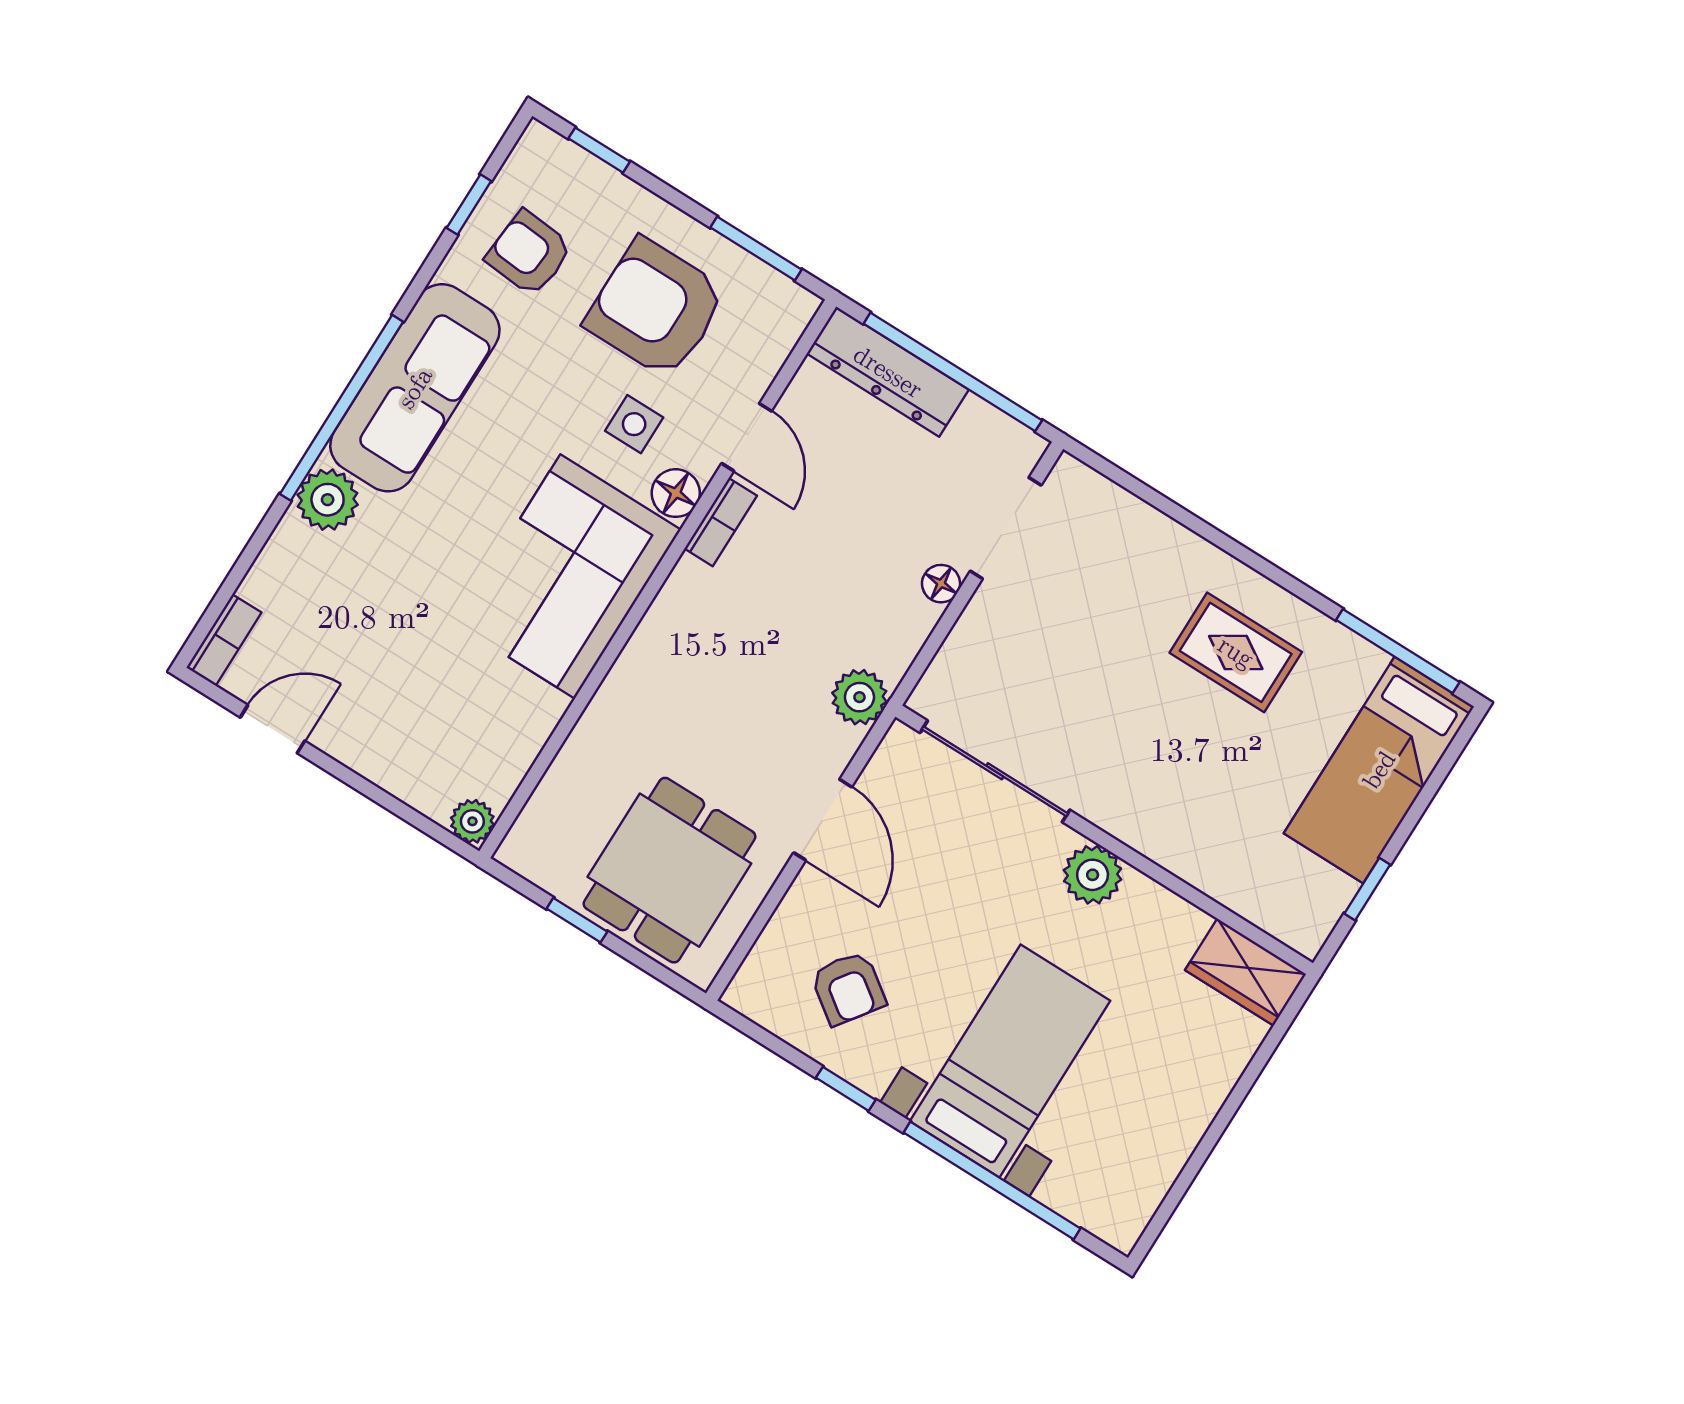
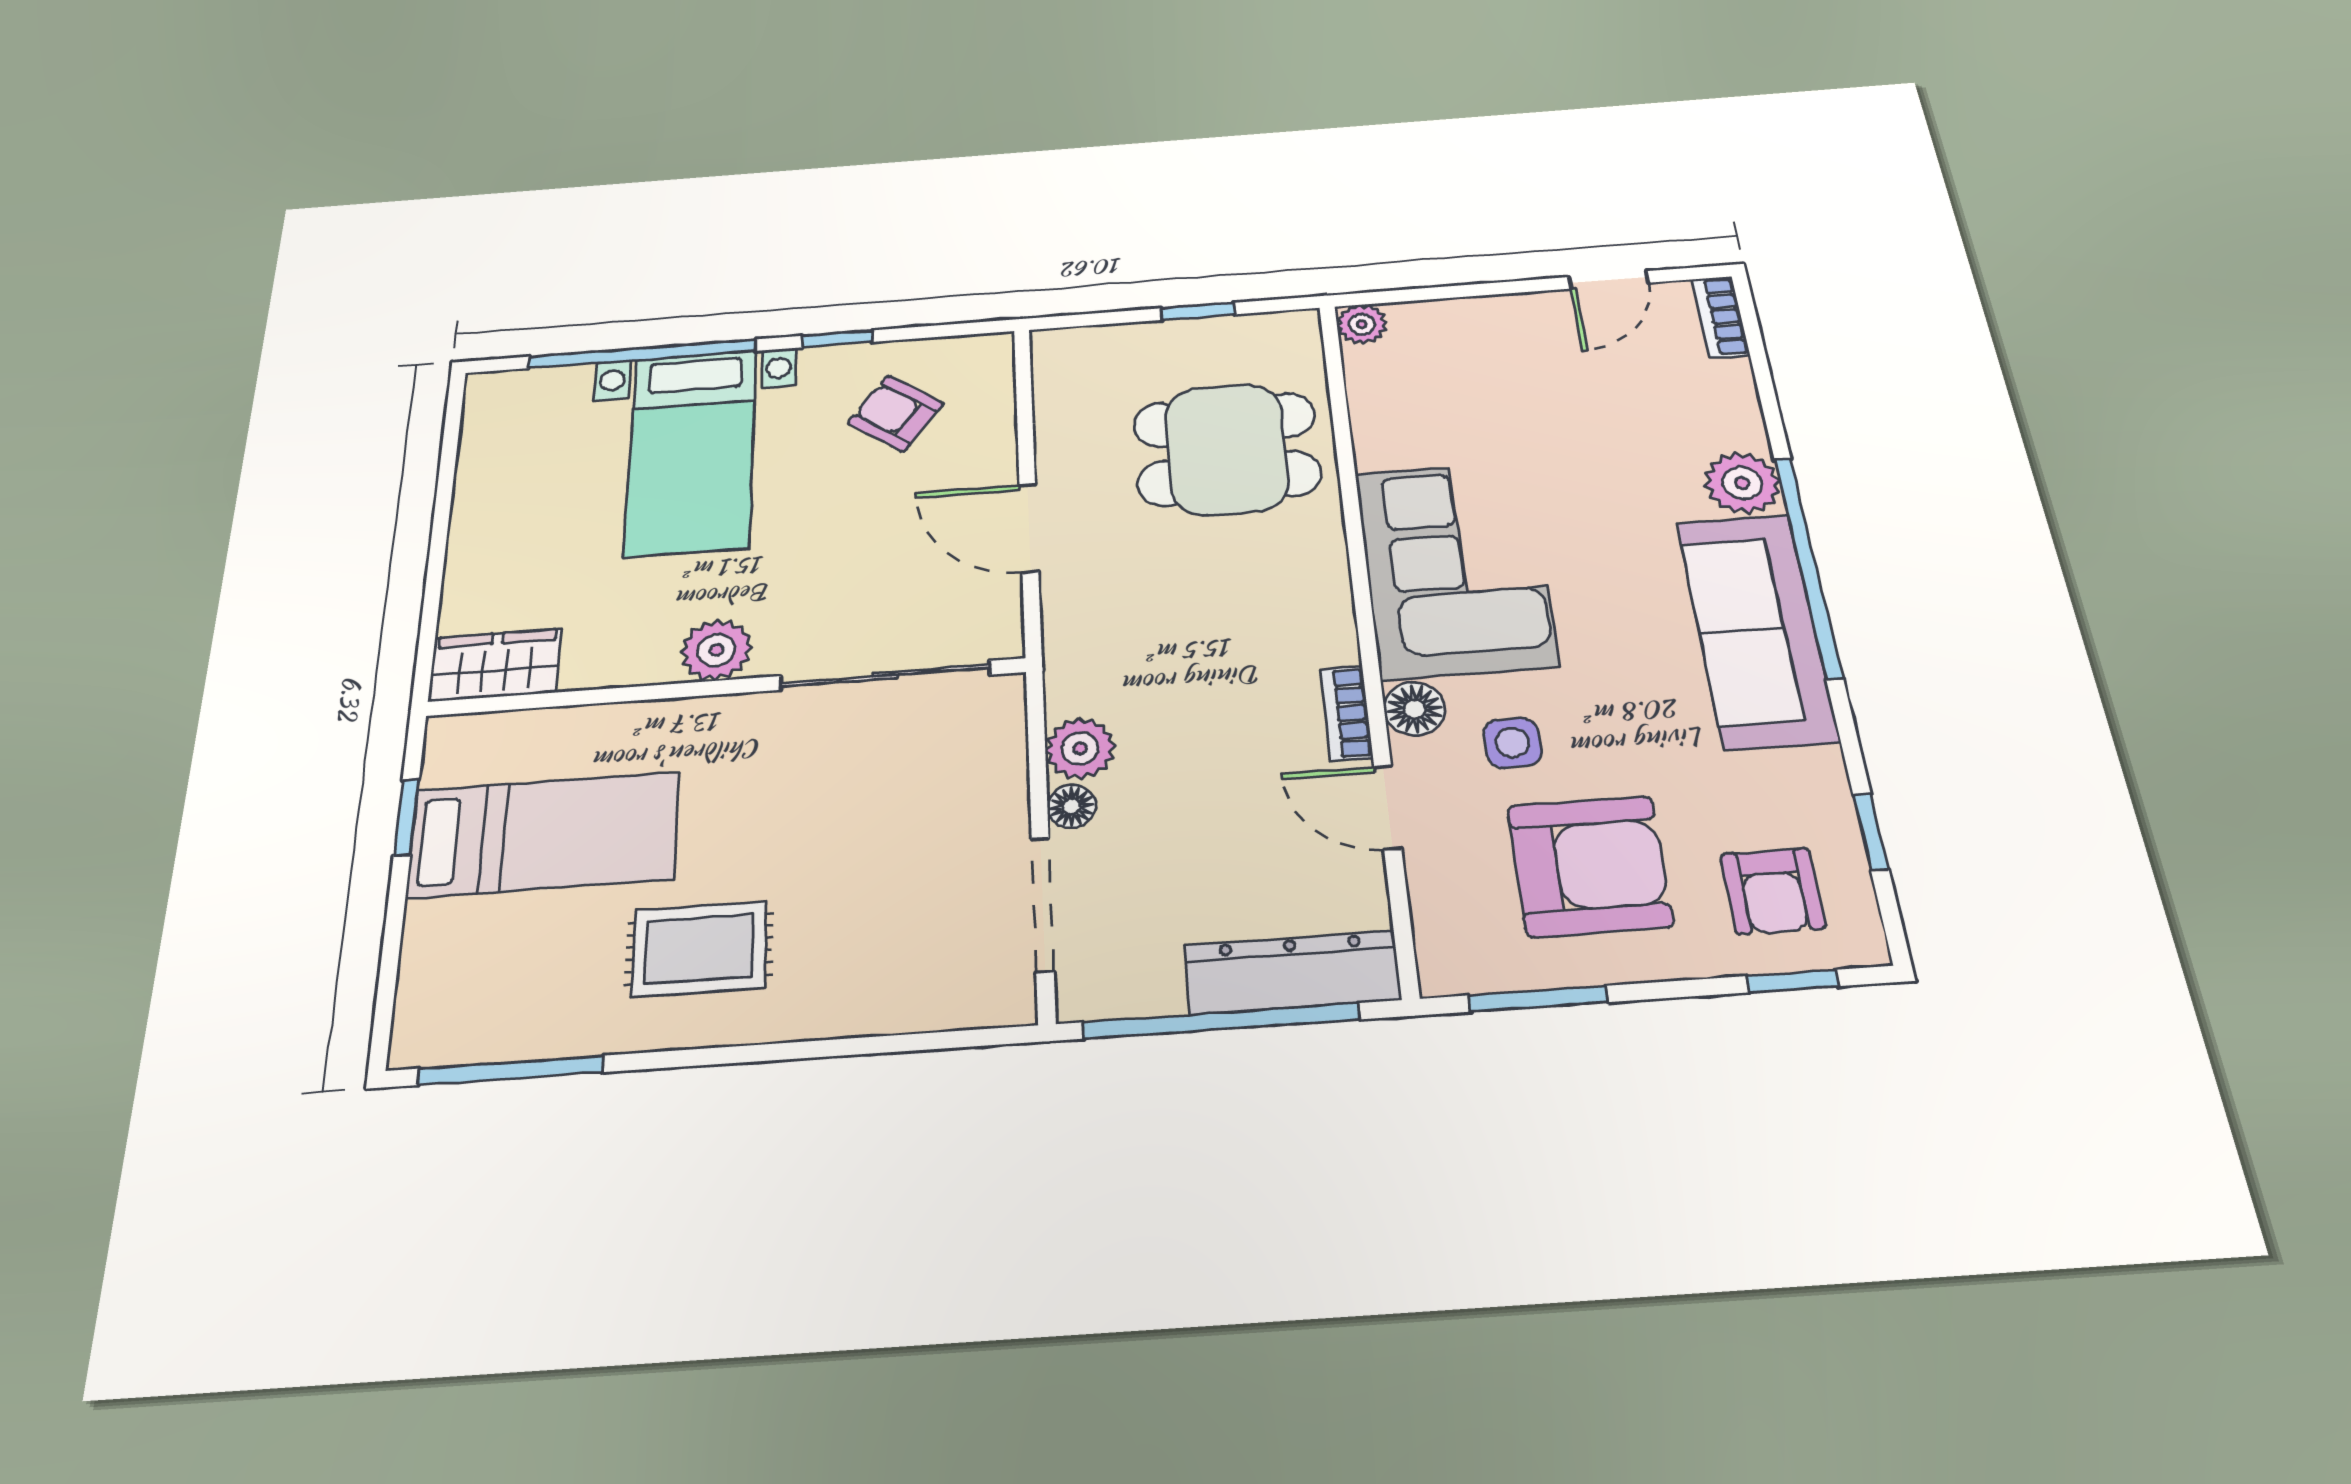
armchair: (529, 253) -> (1773, 891), moved, turned 85
plant: (859, 697) -> (1080, 748), moved
bed: (1379, 770) -> (544, 835), moved, turned 90
dining table: (669, 870) -> (1227, 449), moved, turned 90

